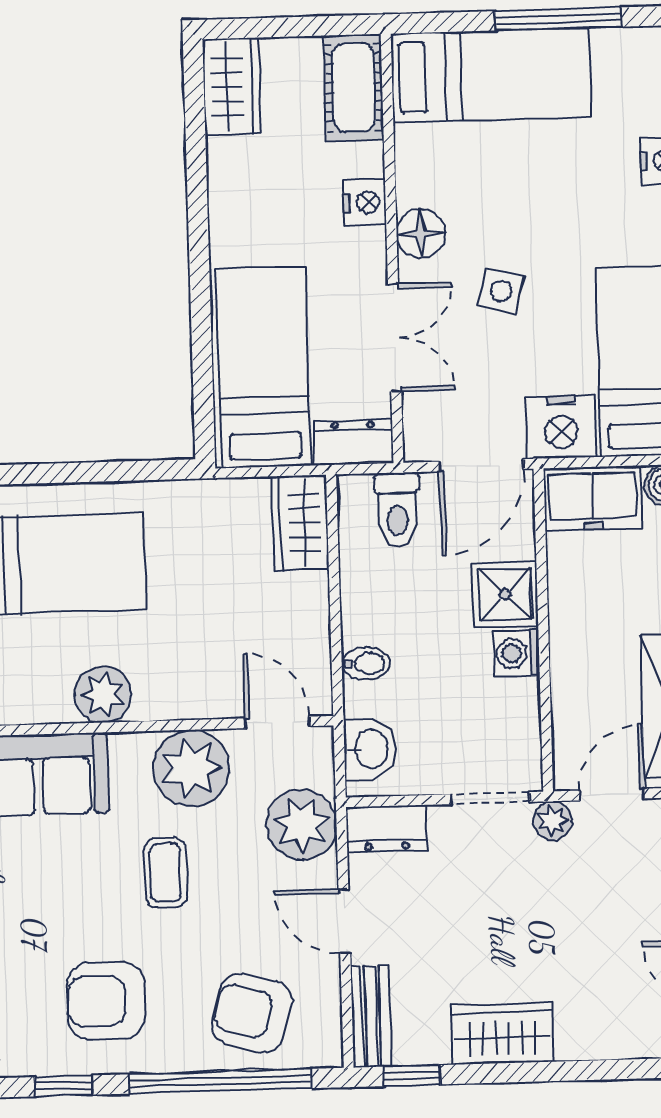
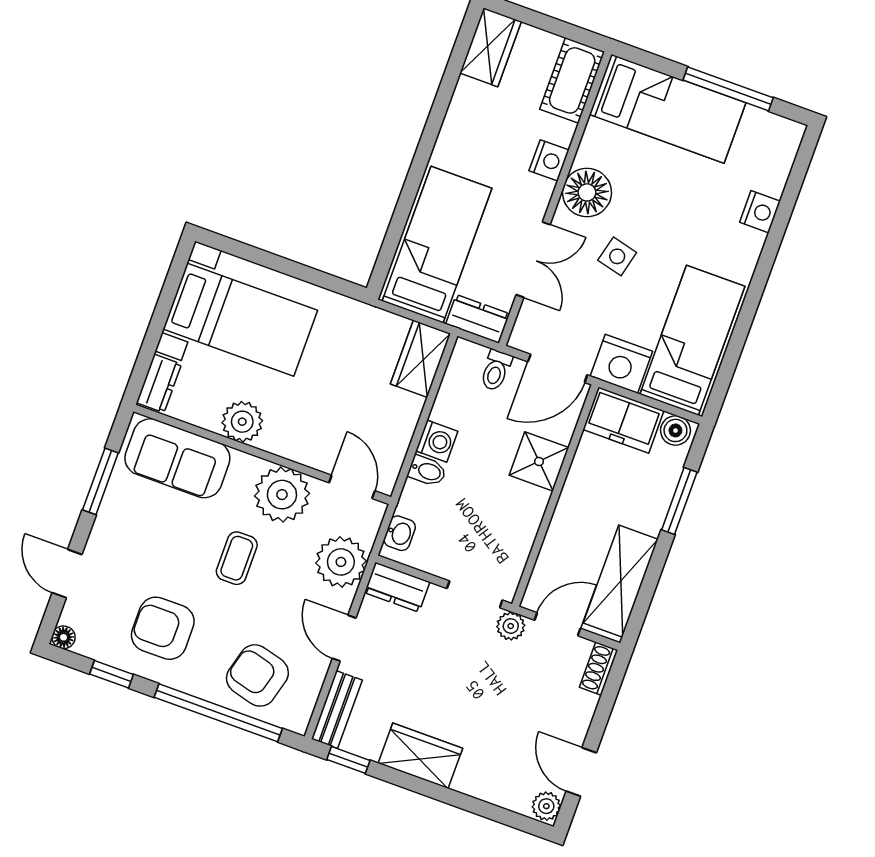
floor lamp: (421, 234) -> (587, 192), width x1.38, depth x1.38
toilet: (397, 510) -> (496, 370), width x0.73, depth x0.72
washing machine: (516, 653) -> (437, 441), moved, turned 180
washbasin: (370, 749) -> (400, 533), width x0.72, depth x0.69

